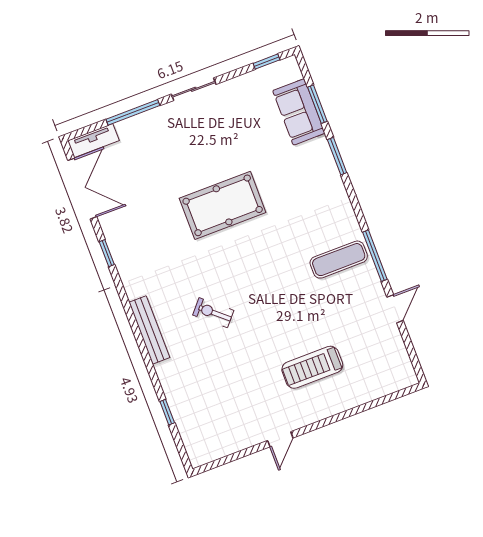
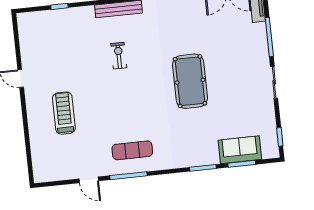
exercise mat: (339, 260) -> (132, 150), turned 90
exercise bike: (213, 313) -> (119, 56), turned -41

